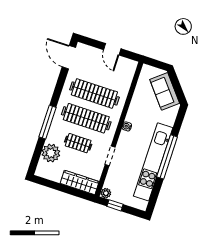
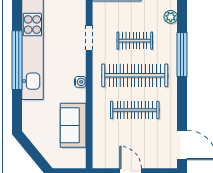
sofa: (165, 91) -> (73, 125), moved, turned -141
clothes rail: (94, 93) -> (135, 110), width x0.73, depth x0.76
plant: (51, 153) -> (171, 17), width x0.53, depth x0.53

